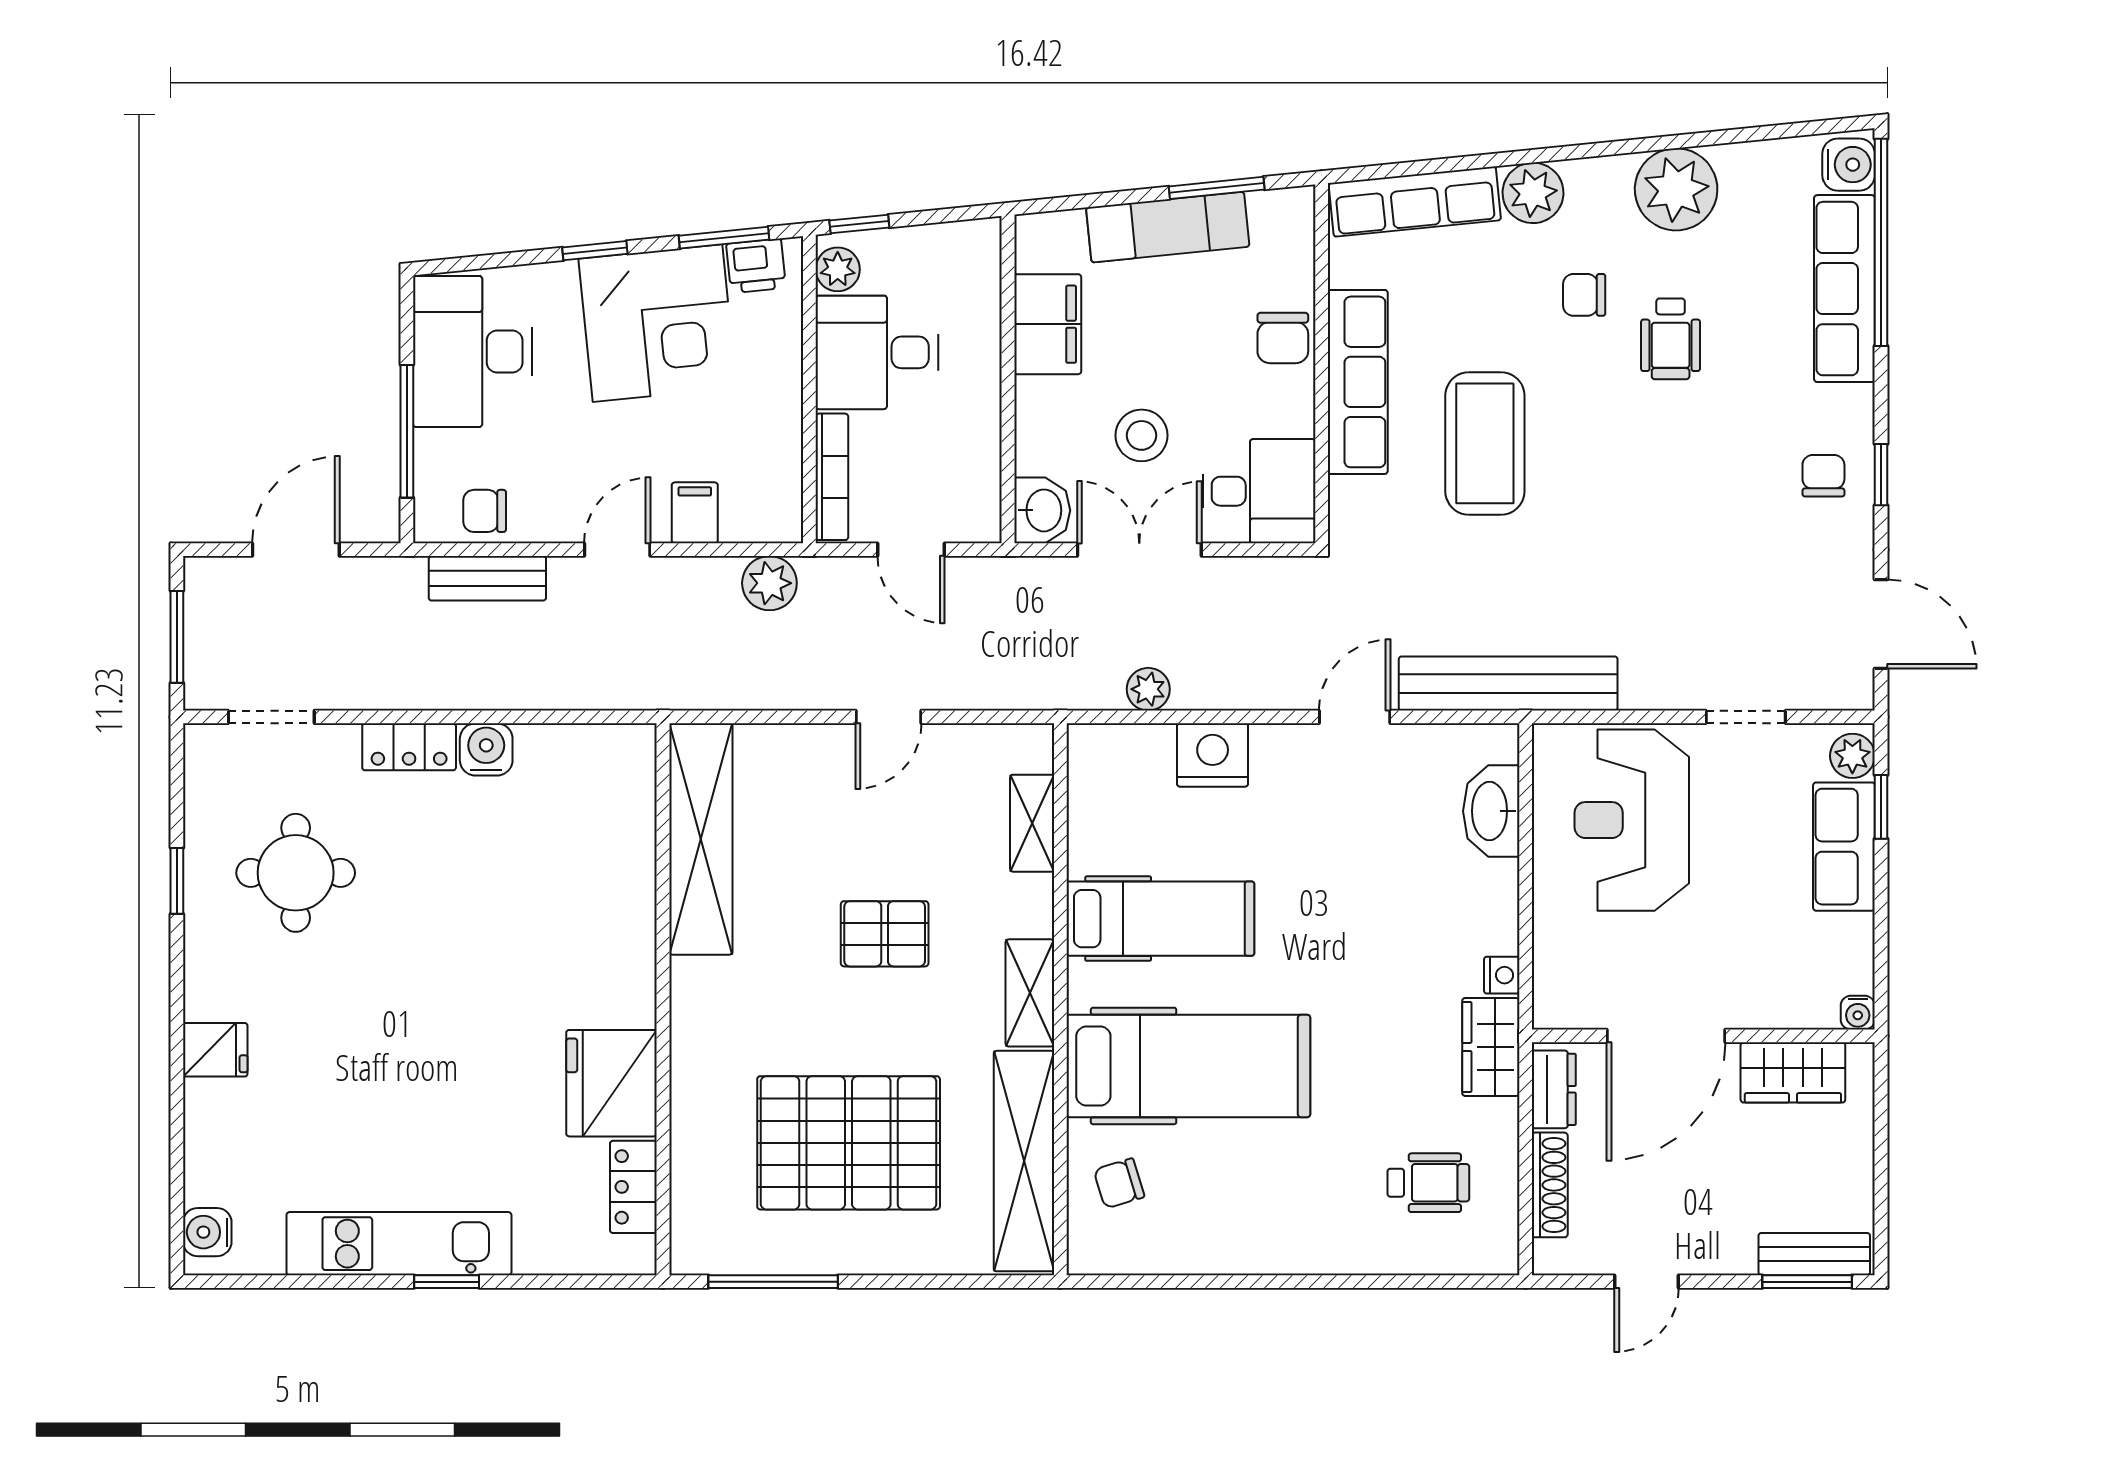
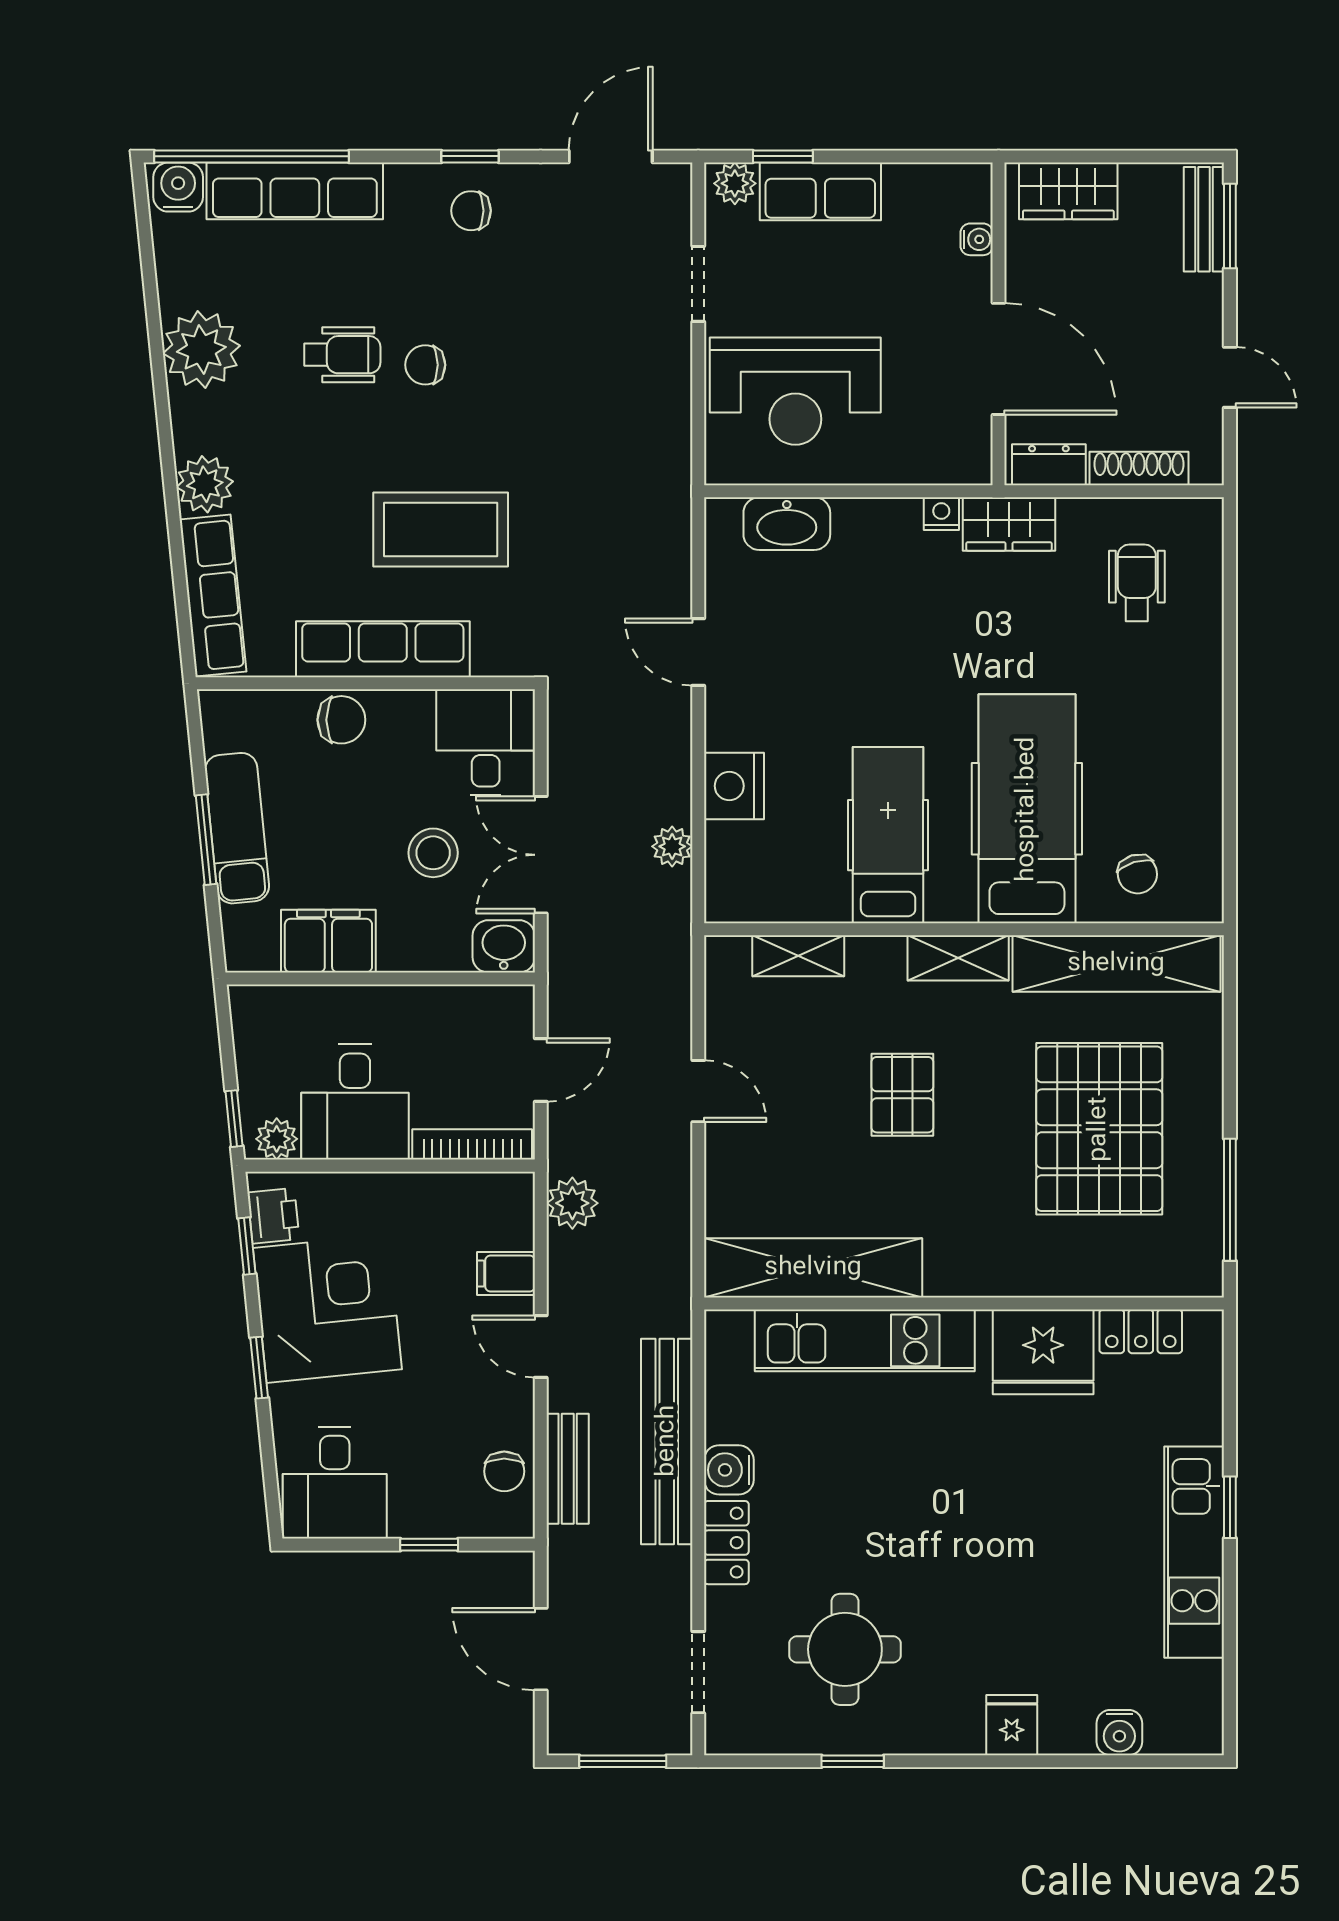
window: (1217, 188) -> (206, 840), moved
window: (724, 238) -> (247, 1246), width x0.67
chair: (1584, 295) -> (425, 365), moved, turned 90
desk: (473, 352) -> (335, 1483), width x0.73
window: (407, 431) -> (429, 1545), width x0.46
bench: (1508, 684) -> (667, 1441), moved
kitchen unit: (624, 894) -> (865, 1340), added
water cooler: (1858, 1013) -> (977, 239), moved
wardrobe: (1793, 1072) -> (1068, 191), moved, turned 90
water cooler: (207, 1232) -> (1119, 1733), moved

